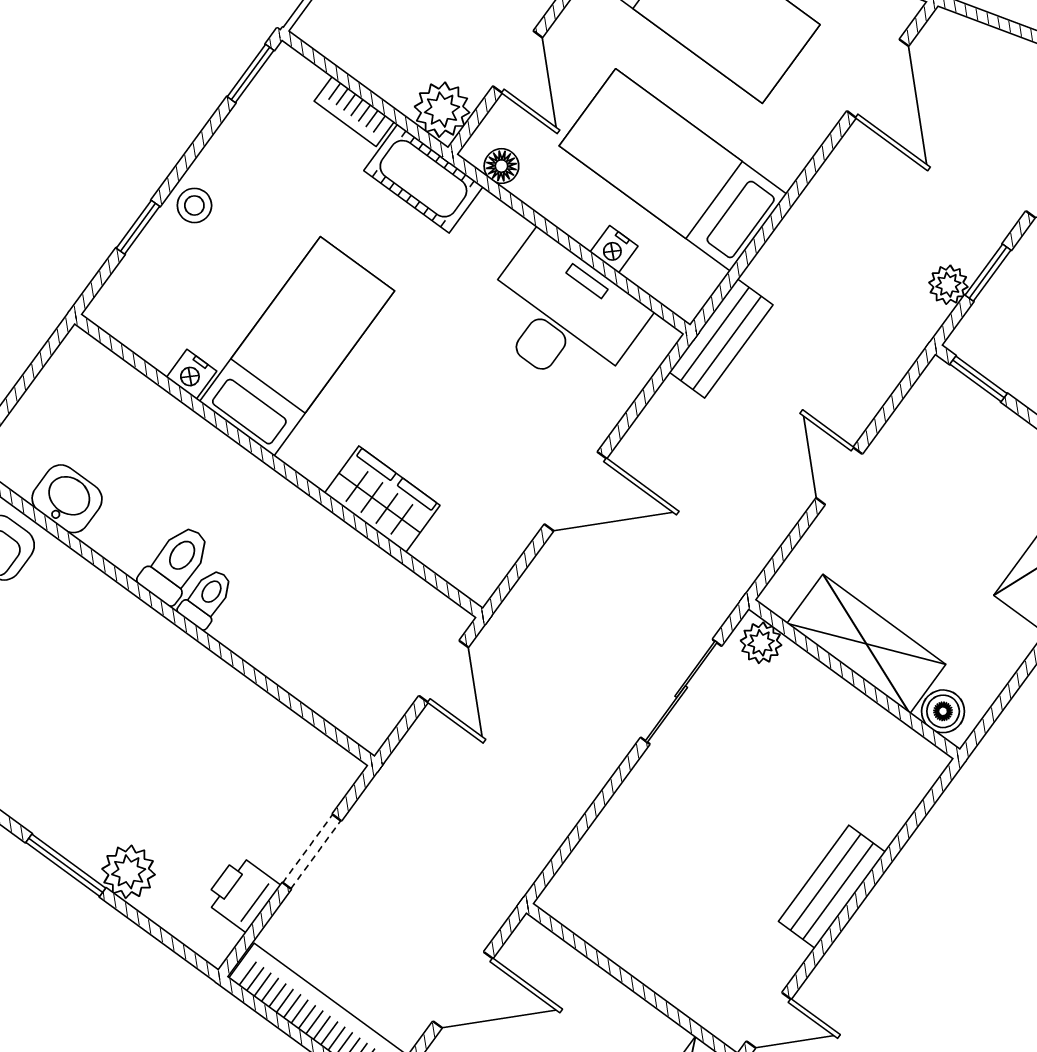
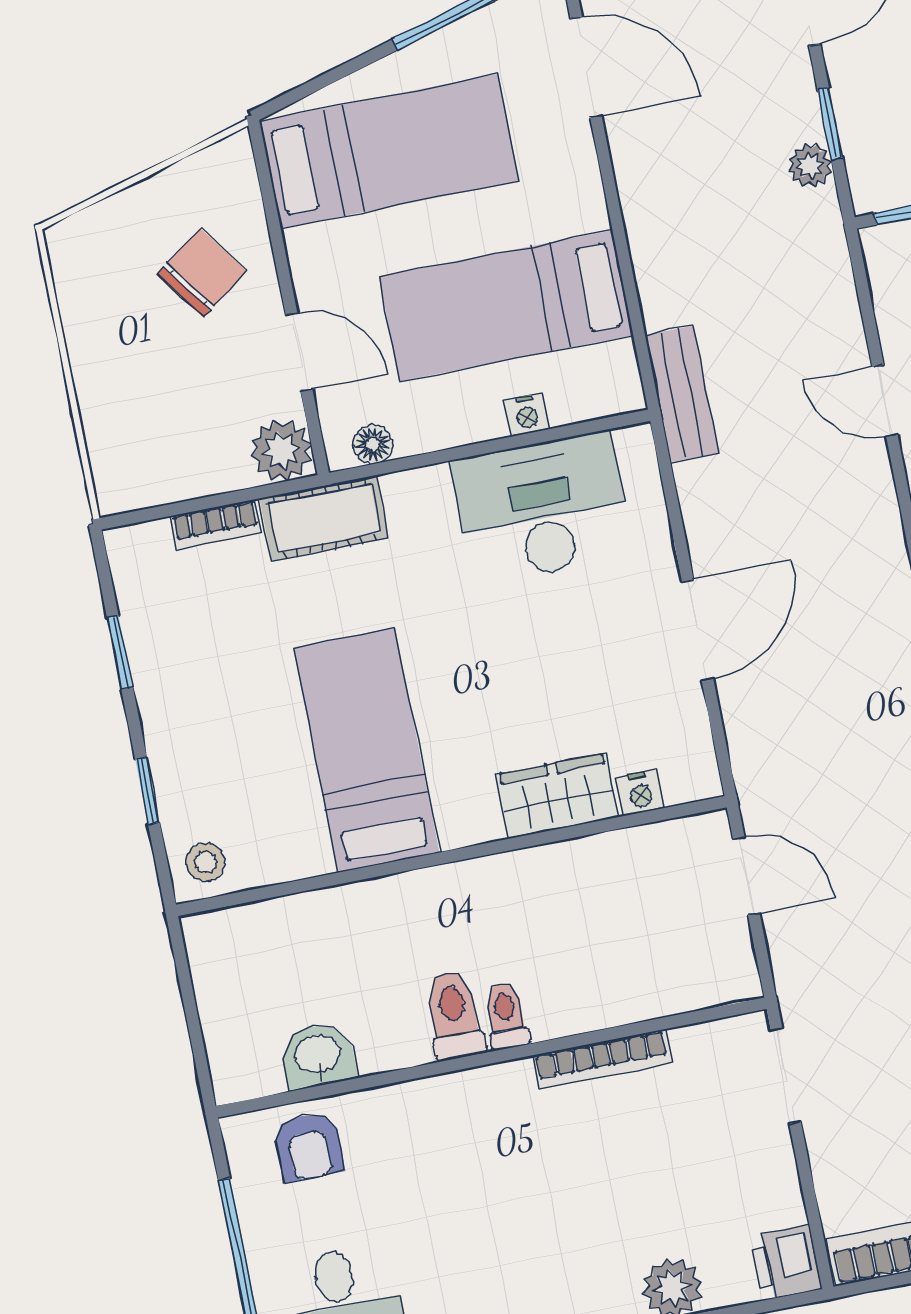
window: (251, 73) -> (120, 652), moved
stool: (194, 205) -> (205, 862), moved
nightstand: (192, 374) -> (640, 793), moved
bookcase: (236, 687) -> (602, 1059), added
doorway: (312, 852) -> (786, 1076), moved
printer: (242, 893) -> (786, 1262), moved

